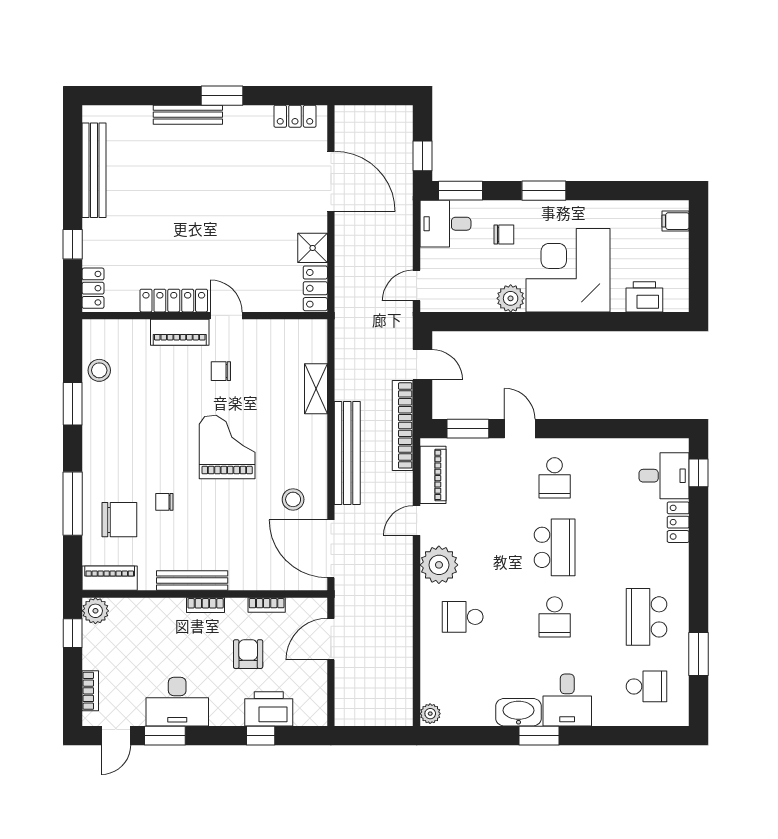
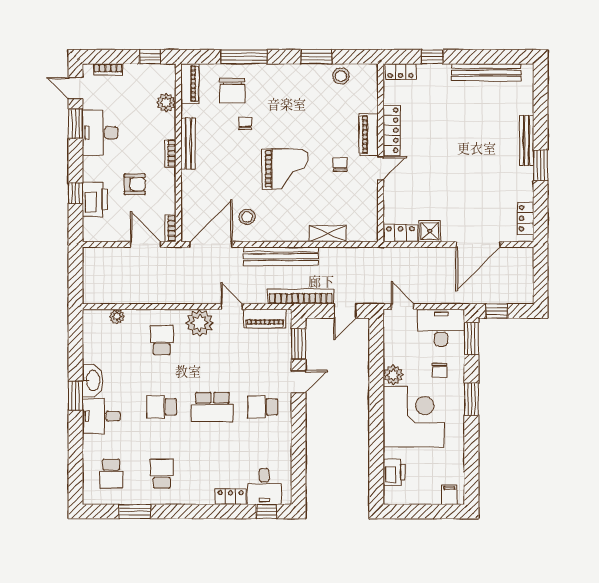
desk: (445, 224) -> (441, 328), width x1.37
bookcase: (267, 605) -> (170, 228), moved
plant: (95, 611) -> (166, 103), moved
school desk: (646, 617) -> (162, 474), width x0.54
plant: (430, 714) -> (117, 317), moved

